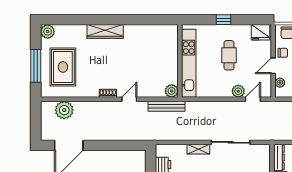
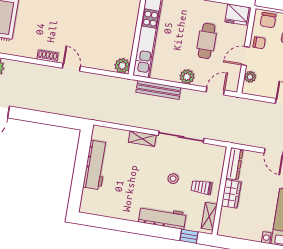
cafe table: (229, 55) -> (207, 41), moved
plant: (238, 91) -> (187, 77), moved
door: (129, 99) -> (71, 67), hinge flipped
bench: (166, 106) -> (158, 90), moved

